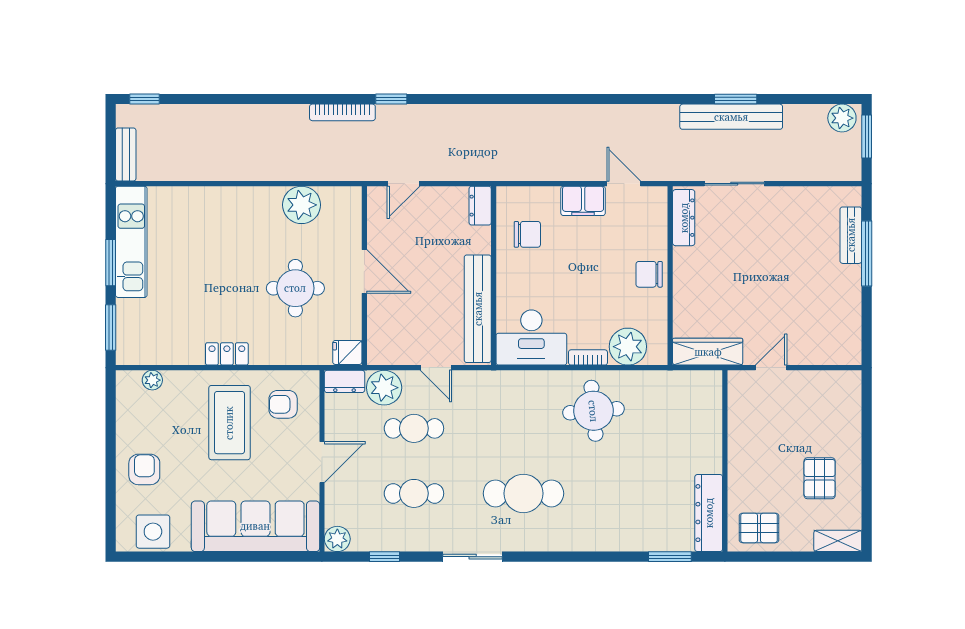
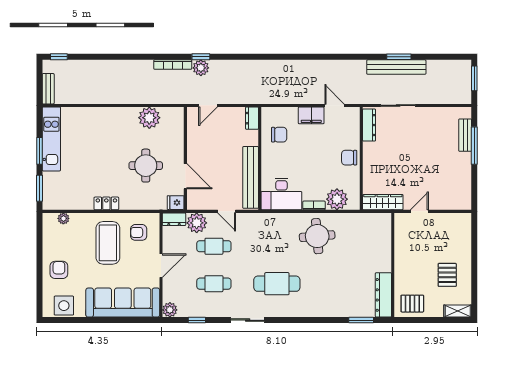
plant: (842, 118) -> (201, 68), moved
door: (364, 271) -> (185, 176), moved

